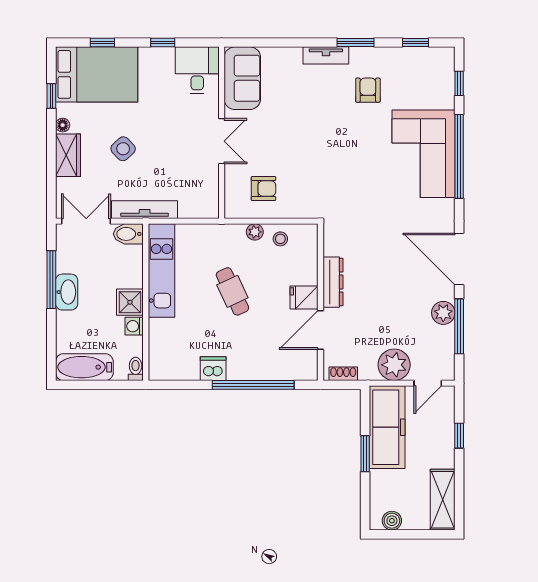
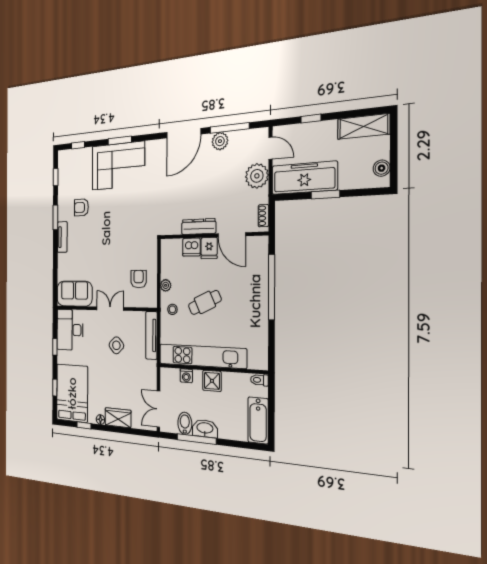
desk: (197, 70) -> (70, 330), width x1.37
side table: (123, 149) -> (116, 345), moved
window: (459, 156) -> (120, 141), width x0.47
tv unit: (145, 210) -> (151, 335), moved
bidet: (128, 234) -> (185, 423), moved, turned 180
stool: (280, 239) -> (172, 309), moved
kitchen unit: (161, 271) -> (202, 356), width x1.36
washing machine: (134, 326) -> (186, 376), moved
dishwasher: (213, 369) -> (191, 247), moved, turned -90

